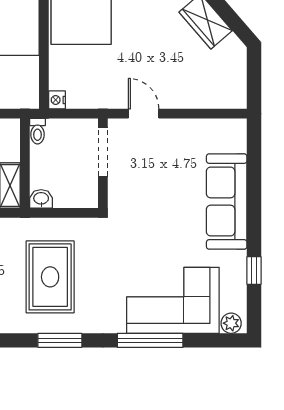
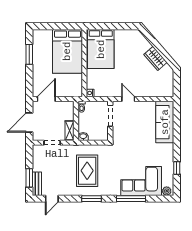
sofa: (227, 202) -> (165, 122), moved

